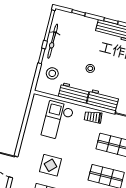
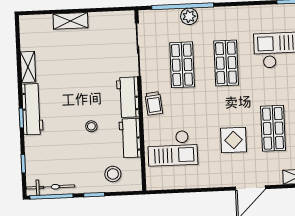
bicycle: (53, 41) -> (50, 187), moved

